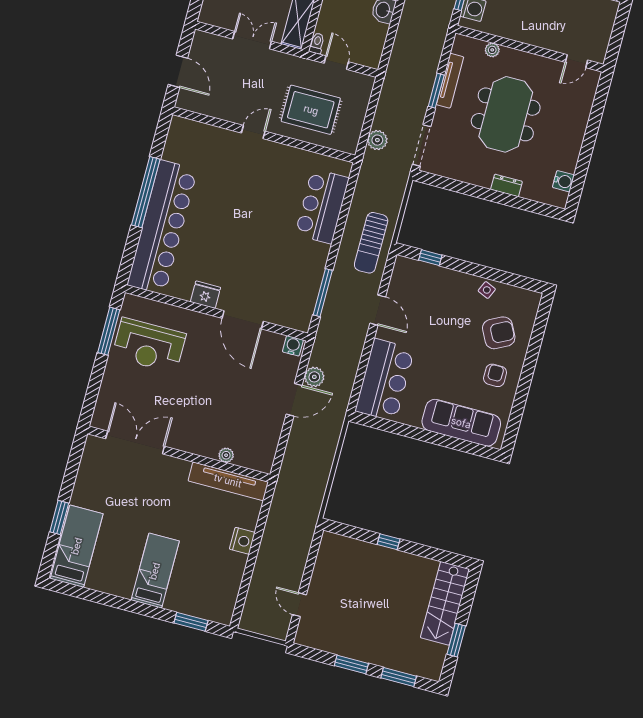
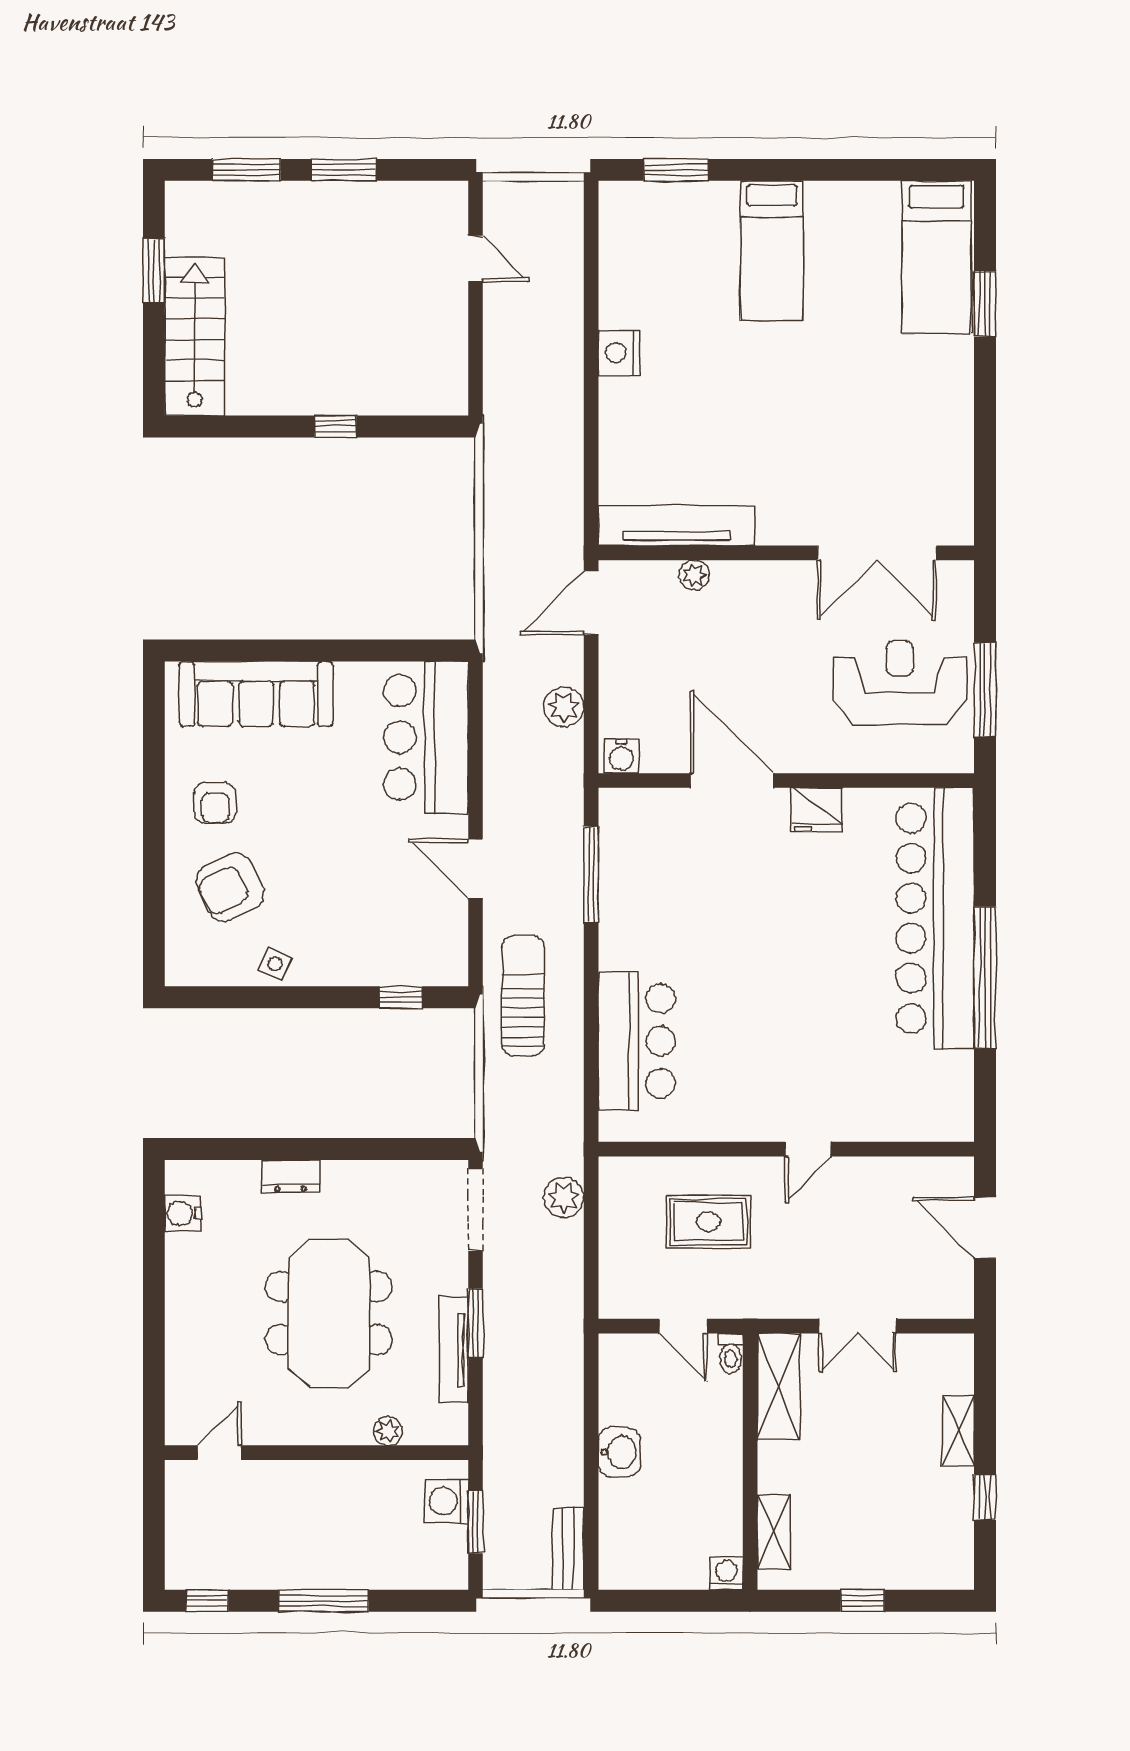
rug: (311, 110) -> (708, 1222), width x0.73, depth x0.70
door: (294, 400) -> (591, 603), moved
double door: (135, 442) -> (877, 553), moved
wall: (179, 454) -> (786, 553), moved
plant: (226, 455) -> (694, 575), moved
tv unit: (228, 481) -> (677, 526), moved

